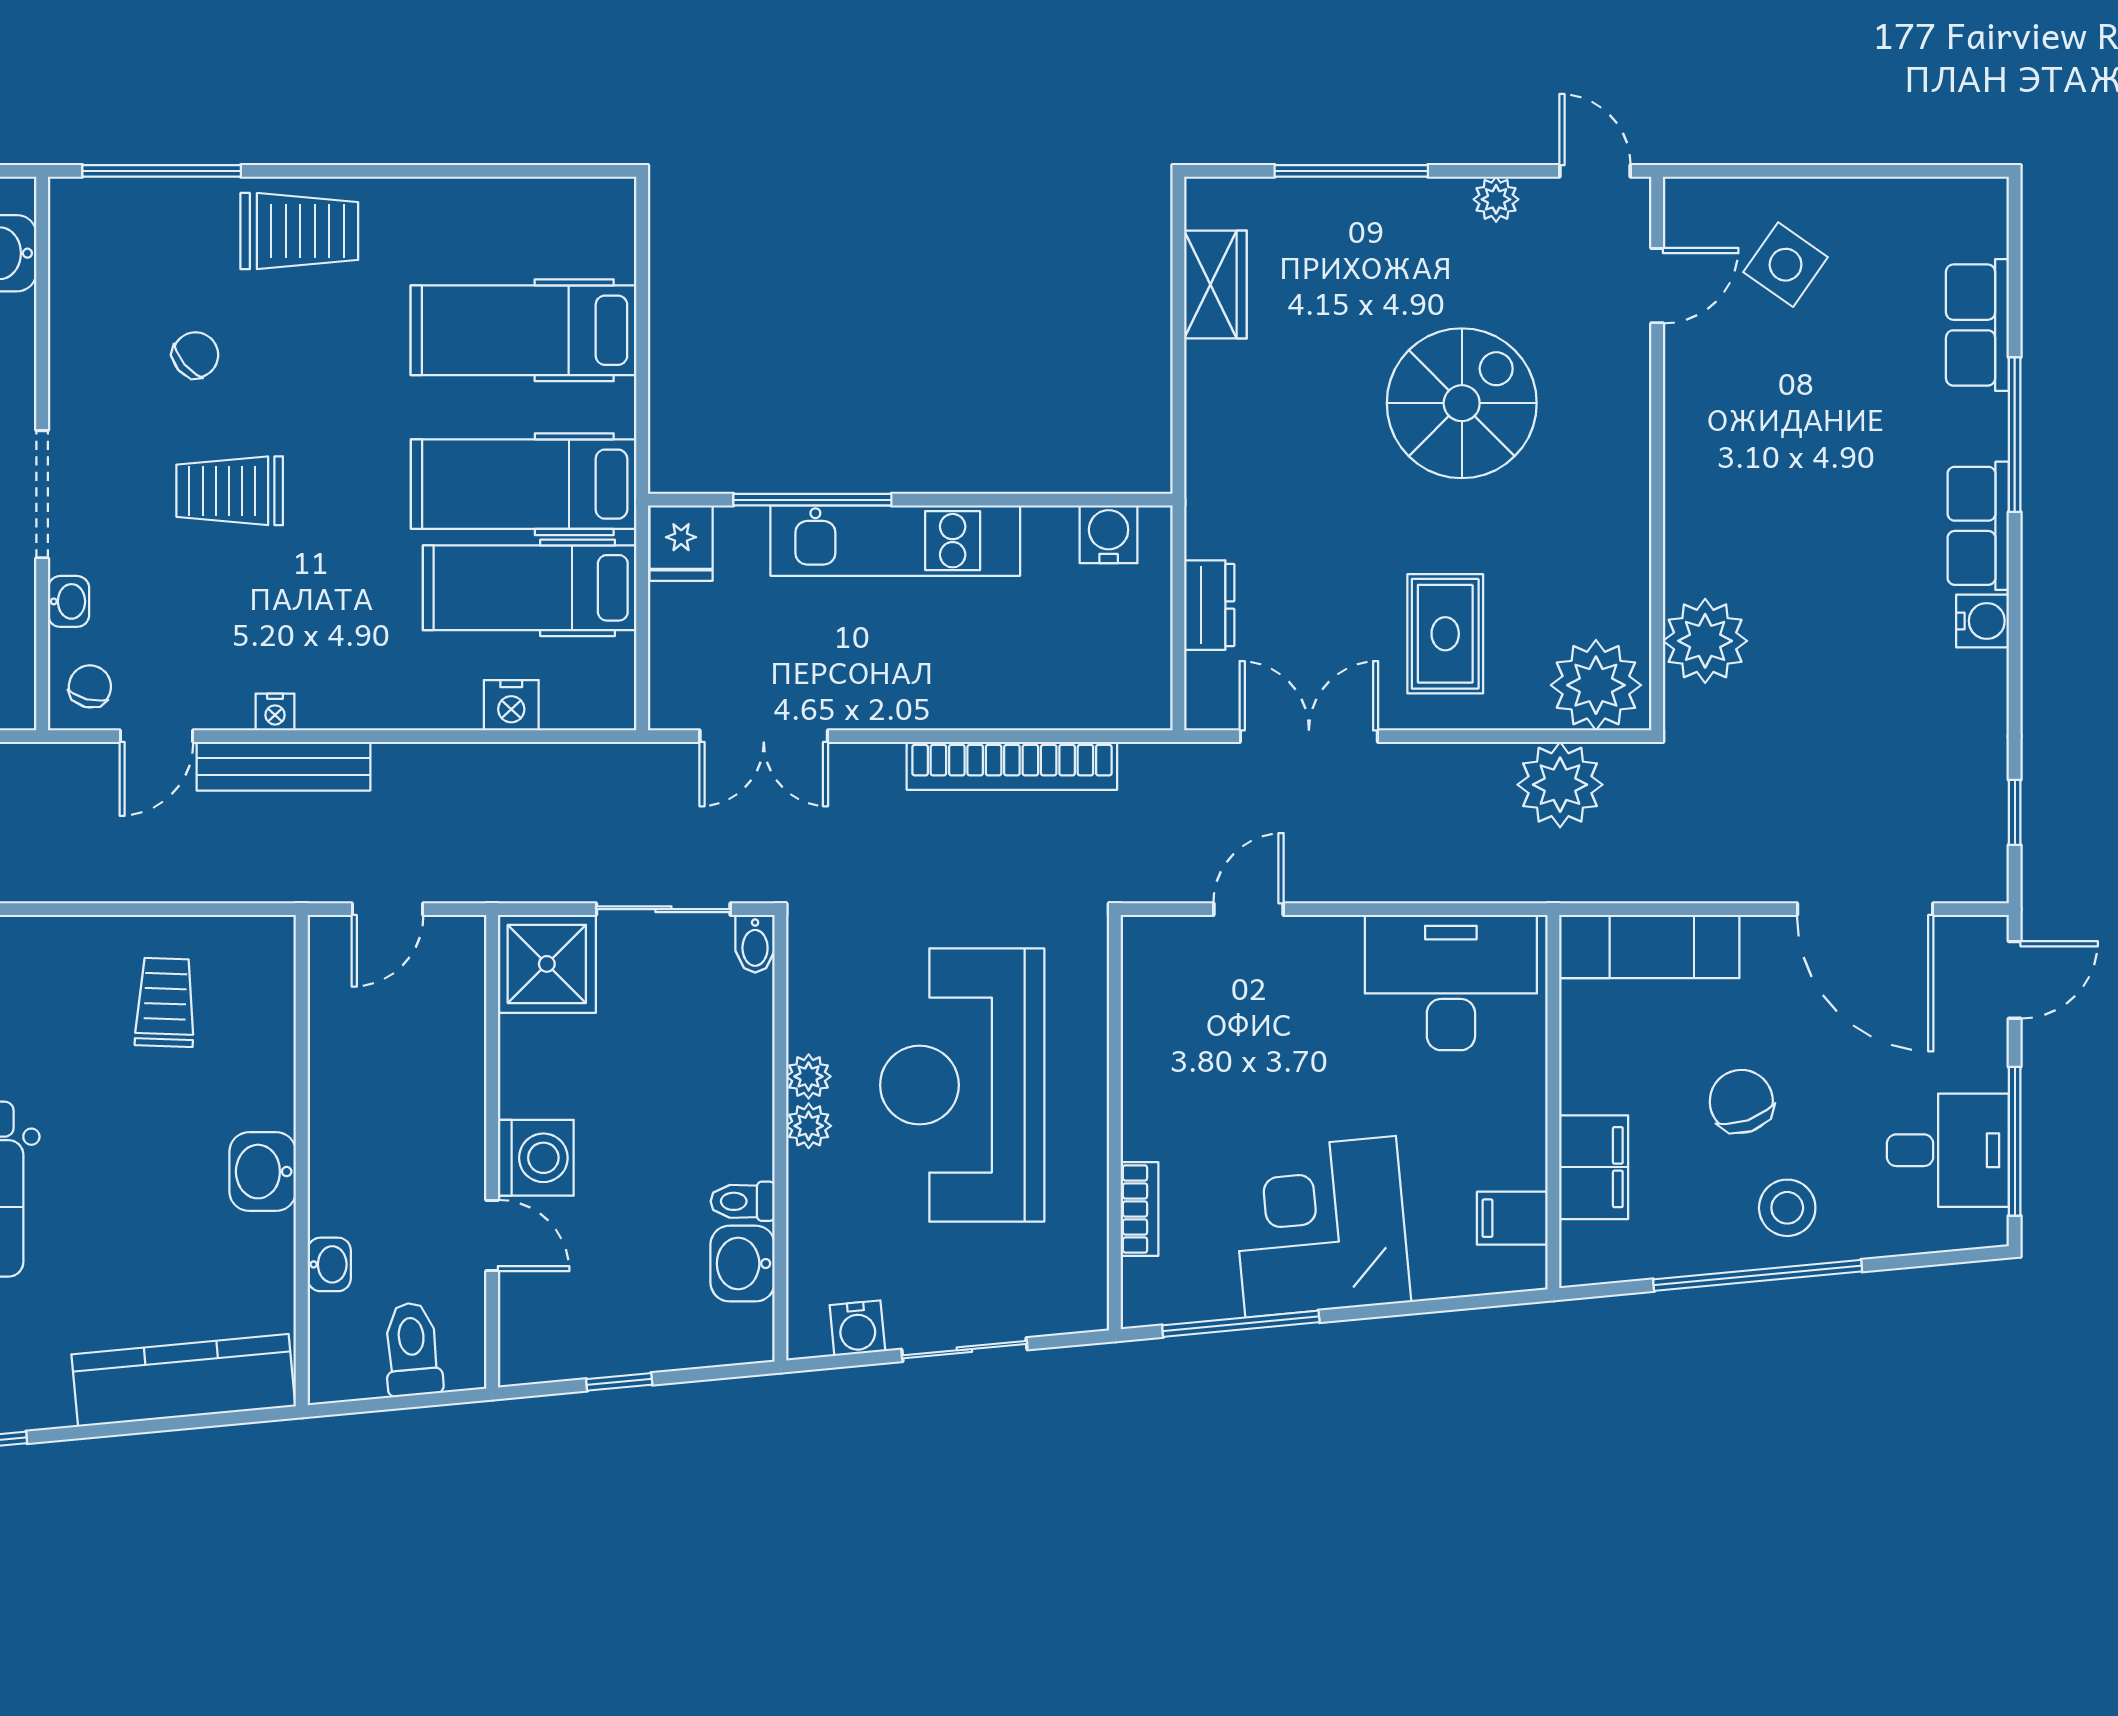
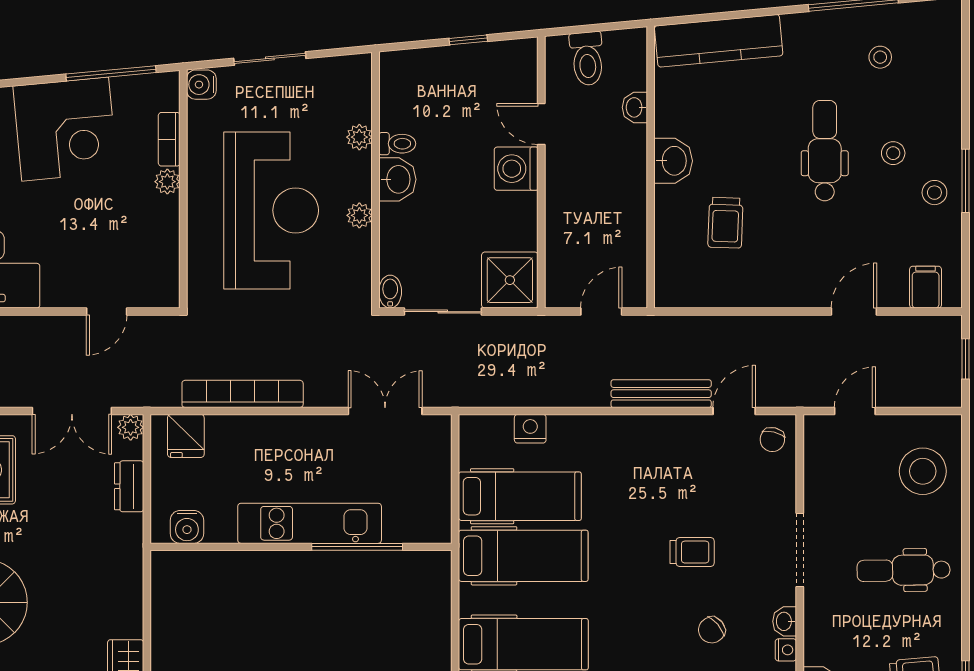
trolley: (230, 491) -> (692, 552), width x0.73, depth x0.72
fridge: (681, 543) -> (186, 436), moved, turned 180
washbasin: (69, 601) -> (785, 621), moved
plant: (1207, 708) -> (131, 427), added
nightstand: (275, 712) -> (786, 650), moved, turned 90
trolley: (165, 1002) -> (725, 223), moved
plant: (809, 1126) -> (359, 137), moved
plant: (1143, 1135) -> (167, 182), added
washbasin: (743, 1264) -> (397, 179), moved
water cooler: (857, 1328) -> (201, 85), moved, turned -85

